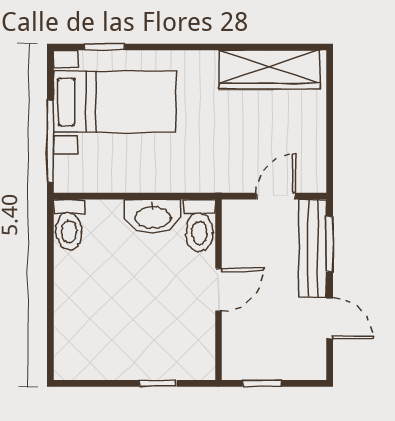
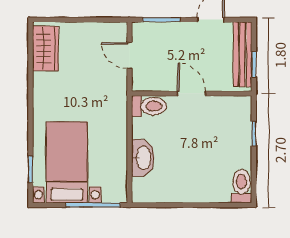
wardrobe: (269, 70) -> (45, 49), width x0.67
washbasin: (153, 217) -> (143, 158), moved
toilet: (69, 225) -> (241, 186), moved, turned -90
bench: (313, 248) -> (243, 54), moved, turned 90

